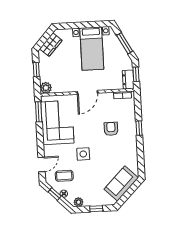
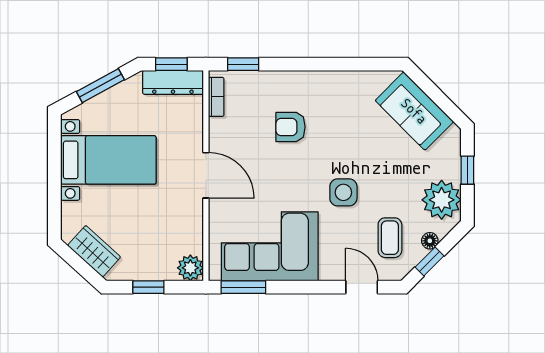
dresser: (128, 80) -> (173, 82), width x1.44
window: (139, 128) -> (243, 64), moved
plant: (79, 202) -> (442, 200), width x1.87, depth x1.87

